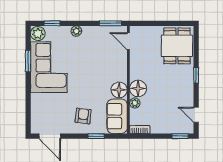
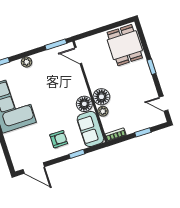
armchair: (83, 116) -> (59, 139), turned 83
window: (180, 136) -> (143, 132), moved

